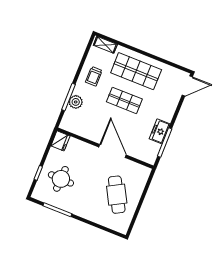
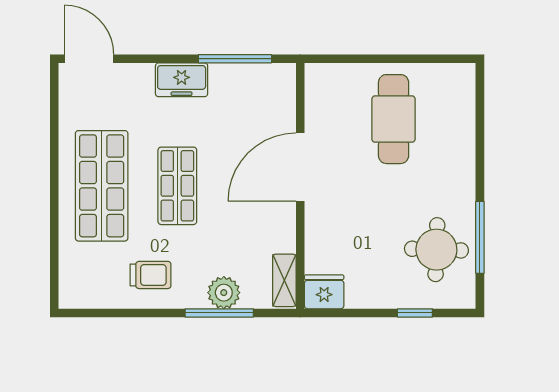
shelving: (105, 45) -> (284, 280), moved
freezer: (160, 131) -> (182, 80), moved
round table: (61, 179) -> (436, 250), moved
cafe table: (117, 195) -> (394, 119), turned -61

